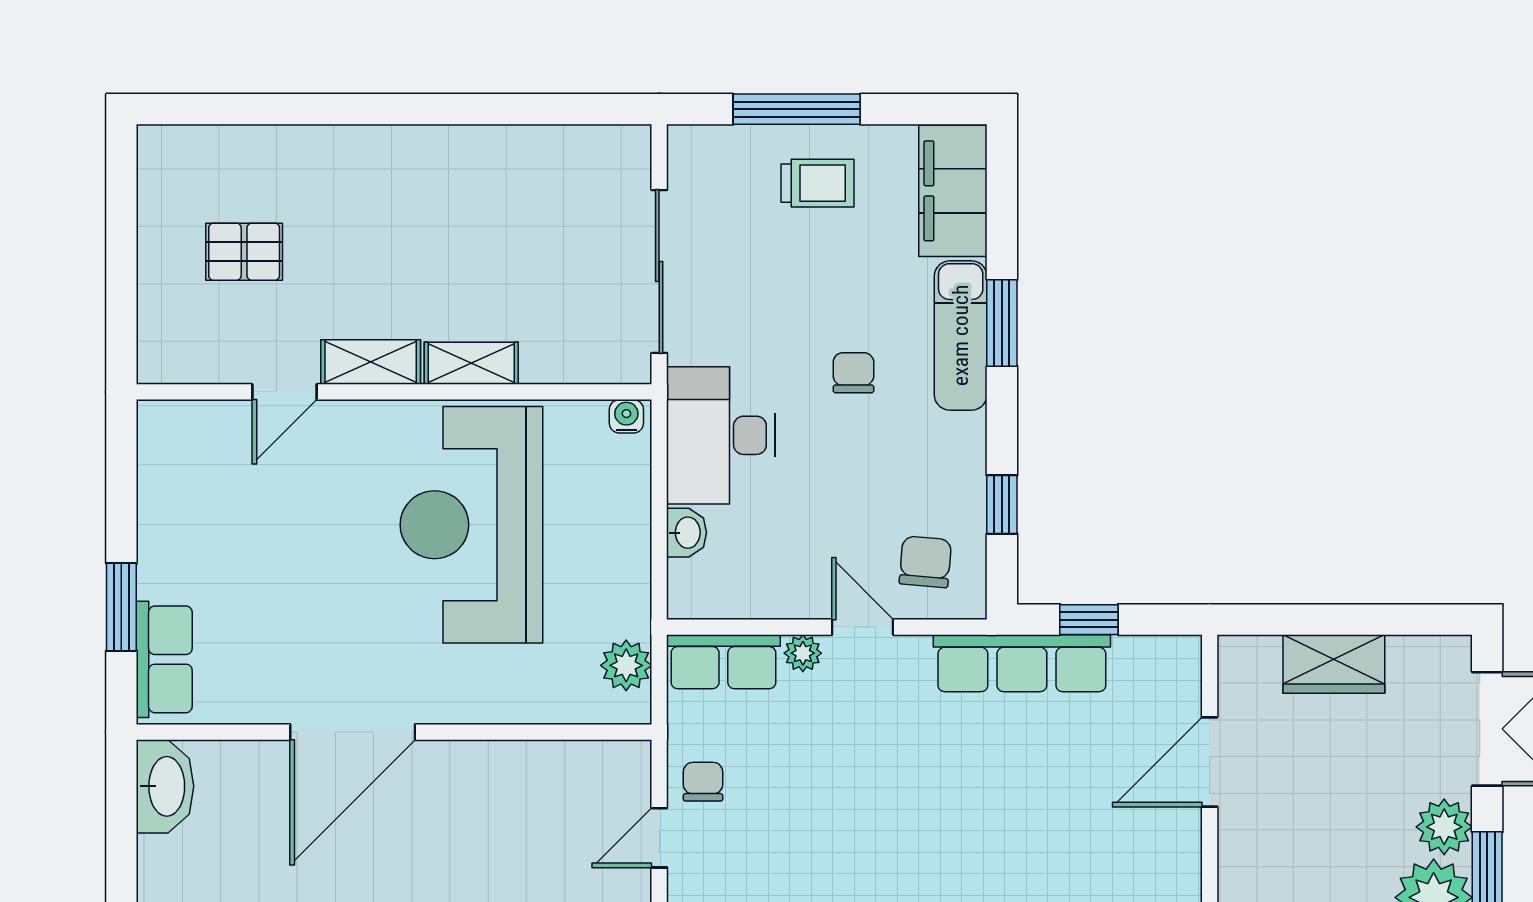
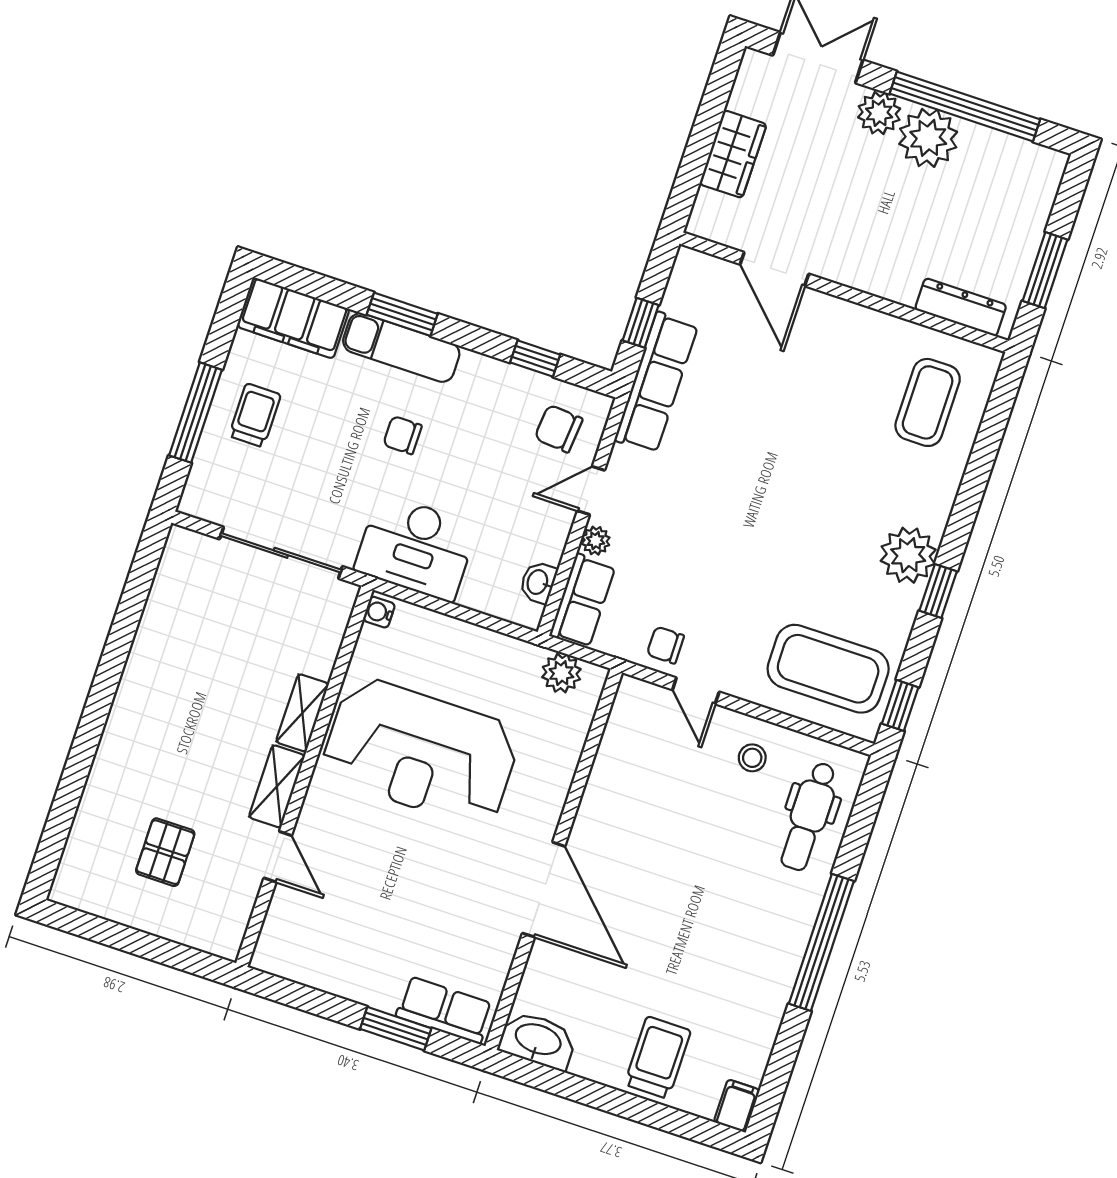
washbasin: (687, 533) -> (538, 582), moved, turned -90

